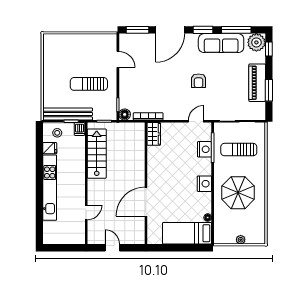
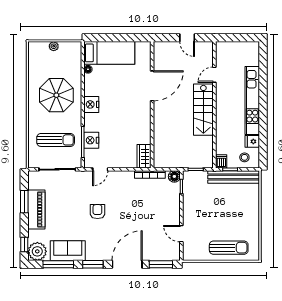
sofa: (221, 43) -> (68, 251), width x0.73
sun lounger: (89, 84) -> (229, 248), moved
stairs: (97, 154) -> (203, 110), moved

